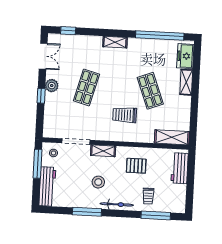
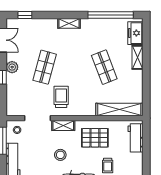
trolley: (125, 115) -> (61, 97), moved, turned 90
shelving: (172, 137) -> (119, 109), width x1.47
pallet: (136, 166) -> (95, 138), width x1.50, depth x1.42

